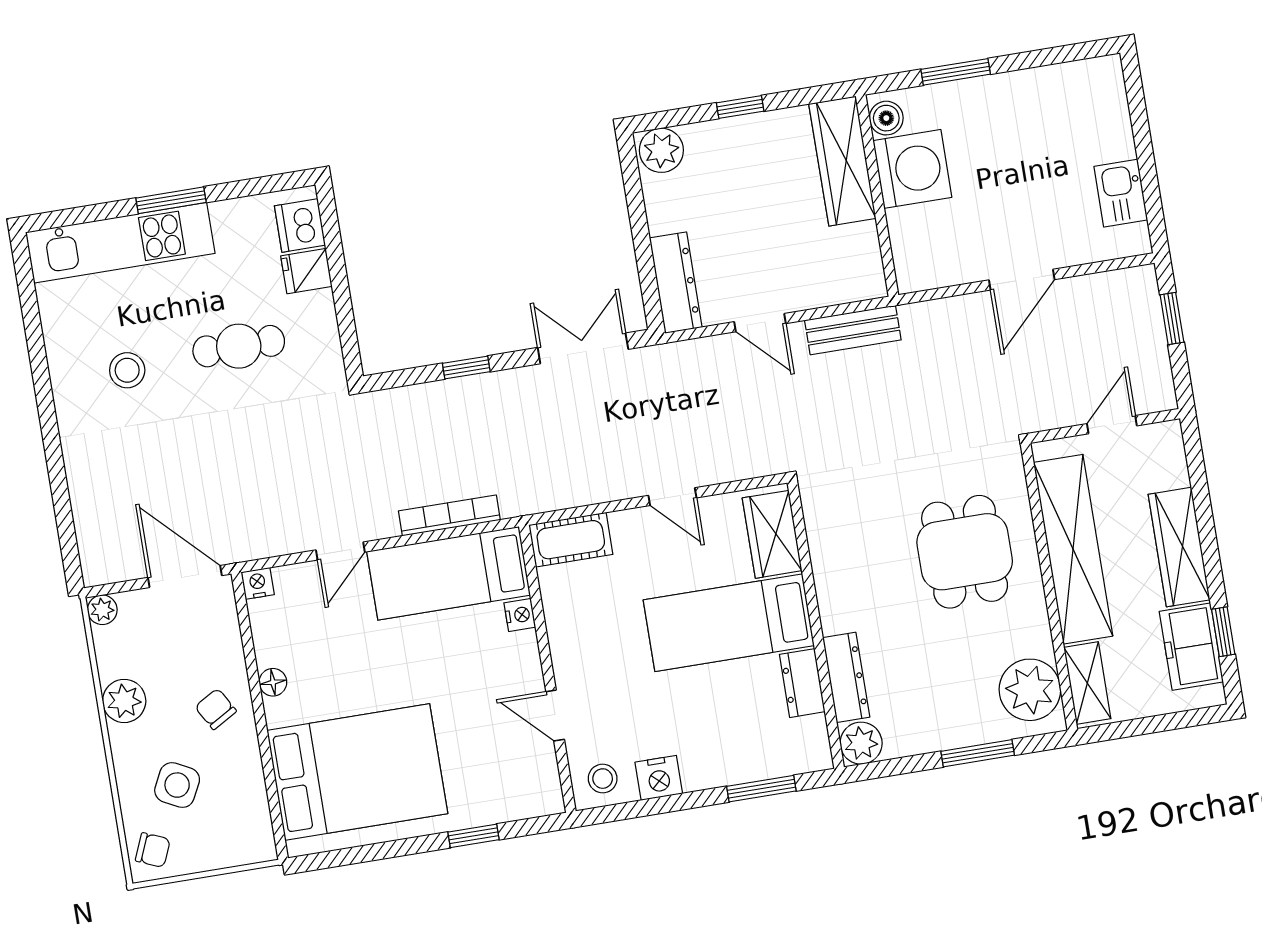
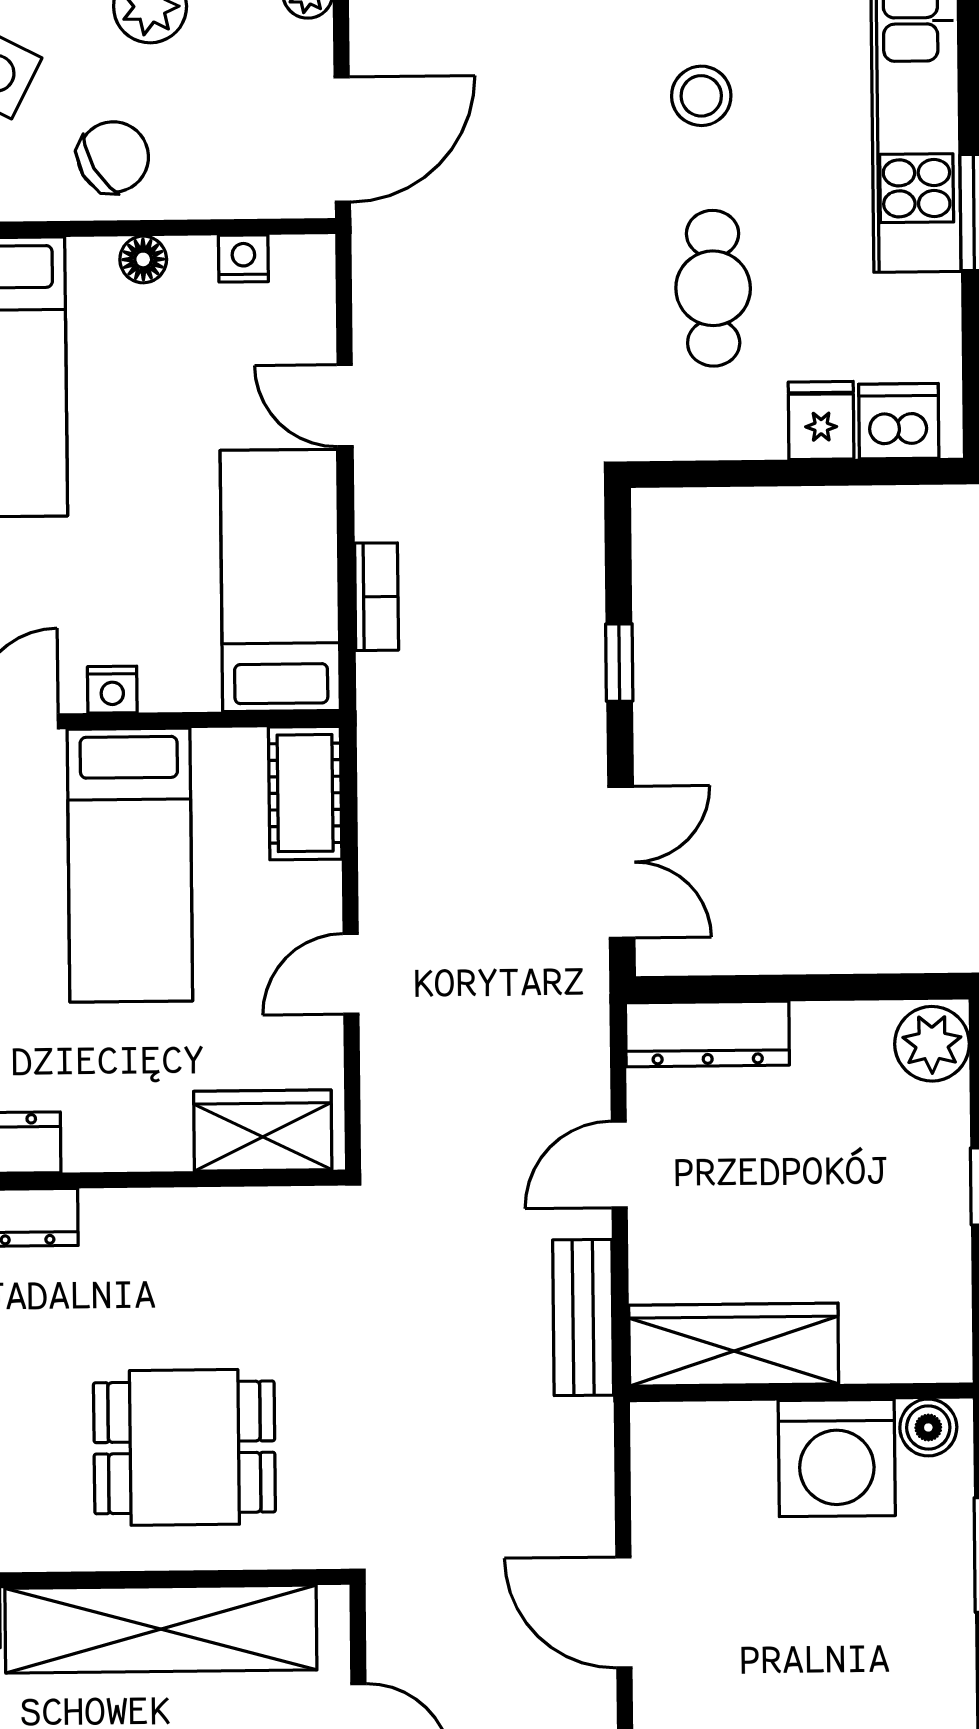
wardrobe: (842, 161) -> (734, 1345), moved
bookcase: (449, 515) -> (377, 597), width x0.64
nightstand: (258, 583) -> (243, 258), moved, turned -90
nightstand: (520, 615) -> (112, 690), moved
bed: (729, 623) -> (130, 865), moved, turned 180
chair: (216, 709) -> (113, 157), width x1.37, depth x1.37

